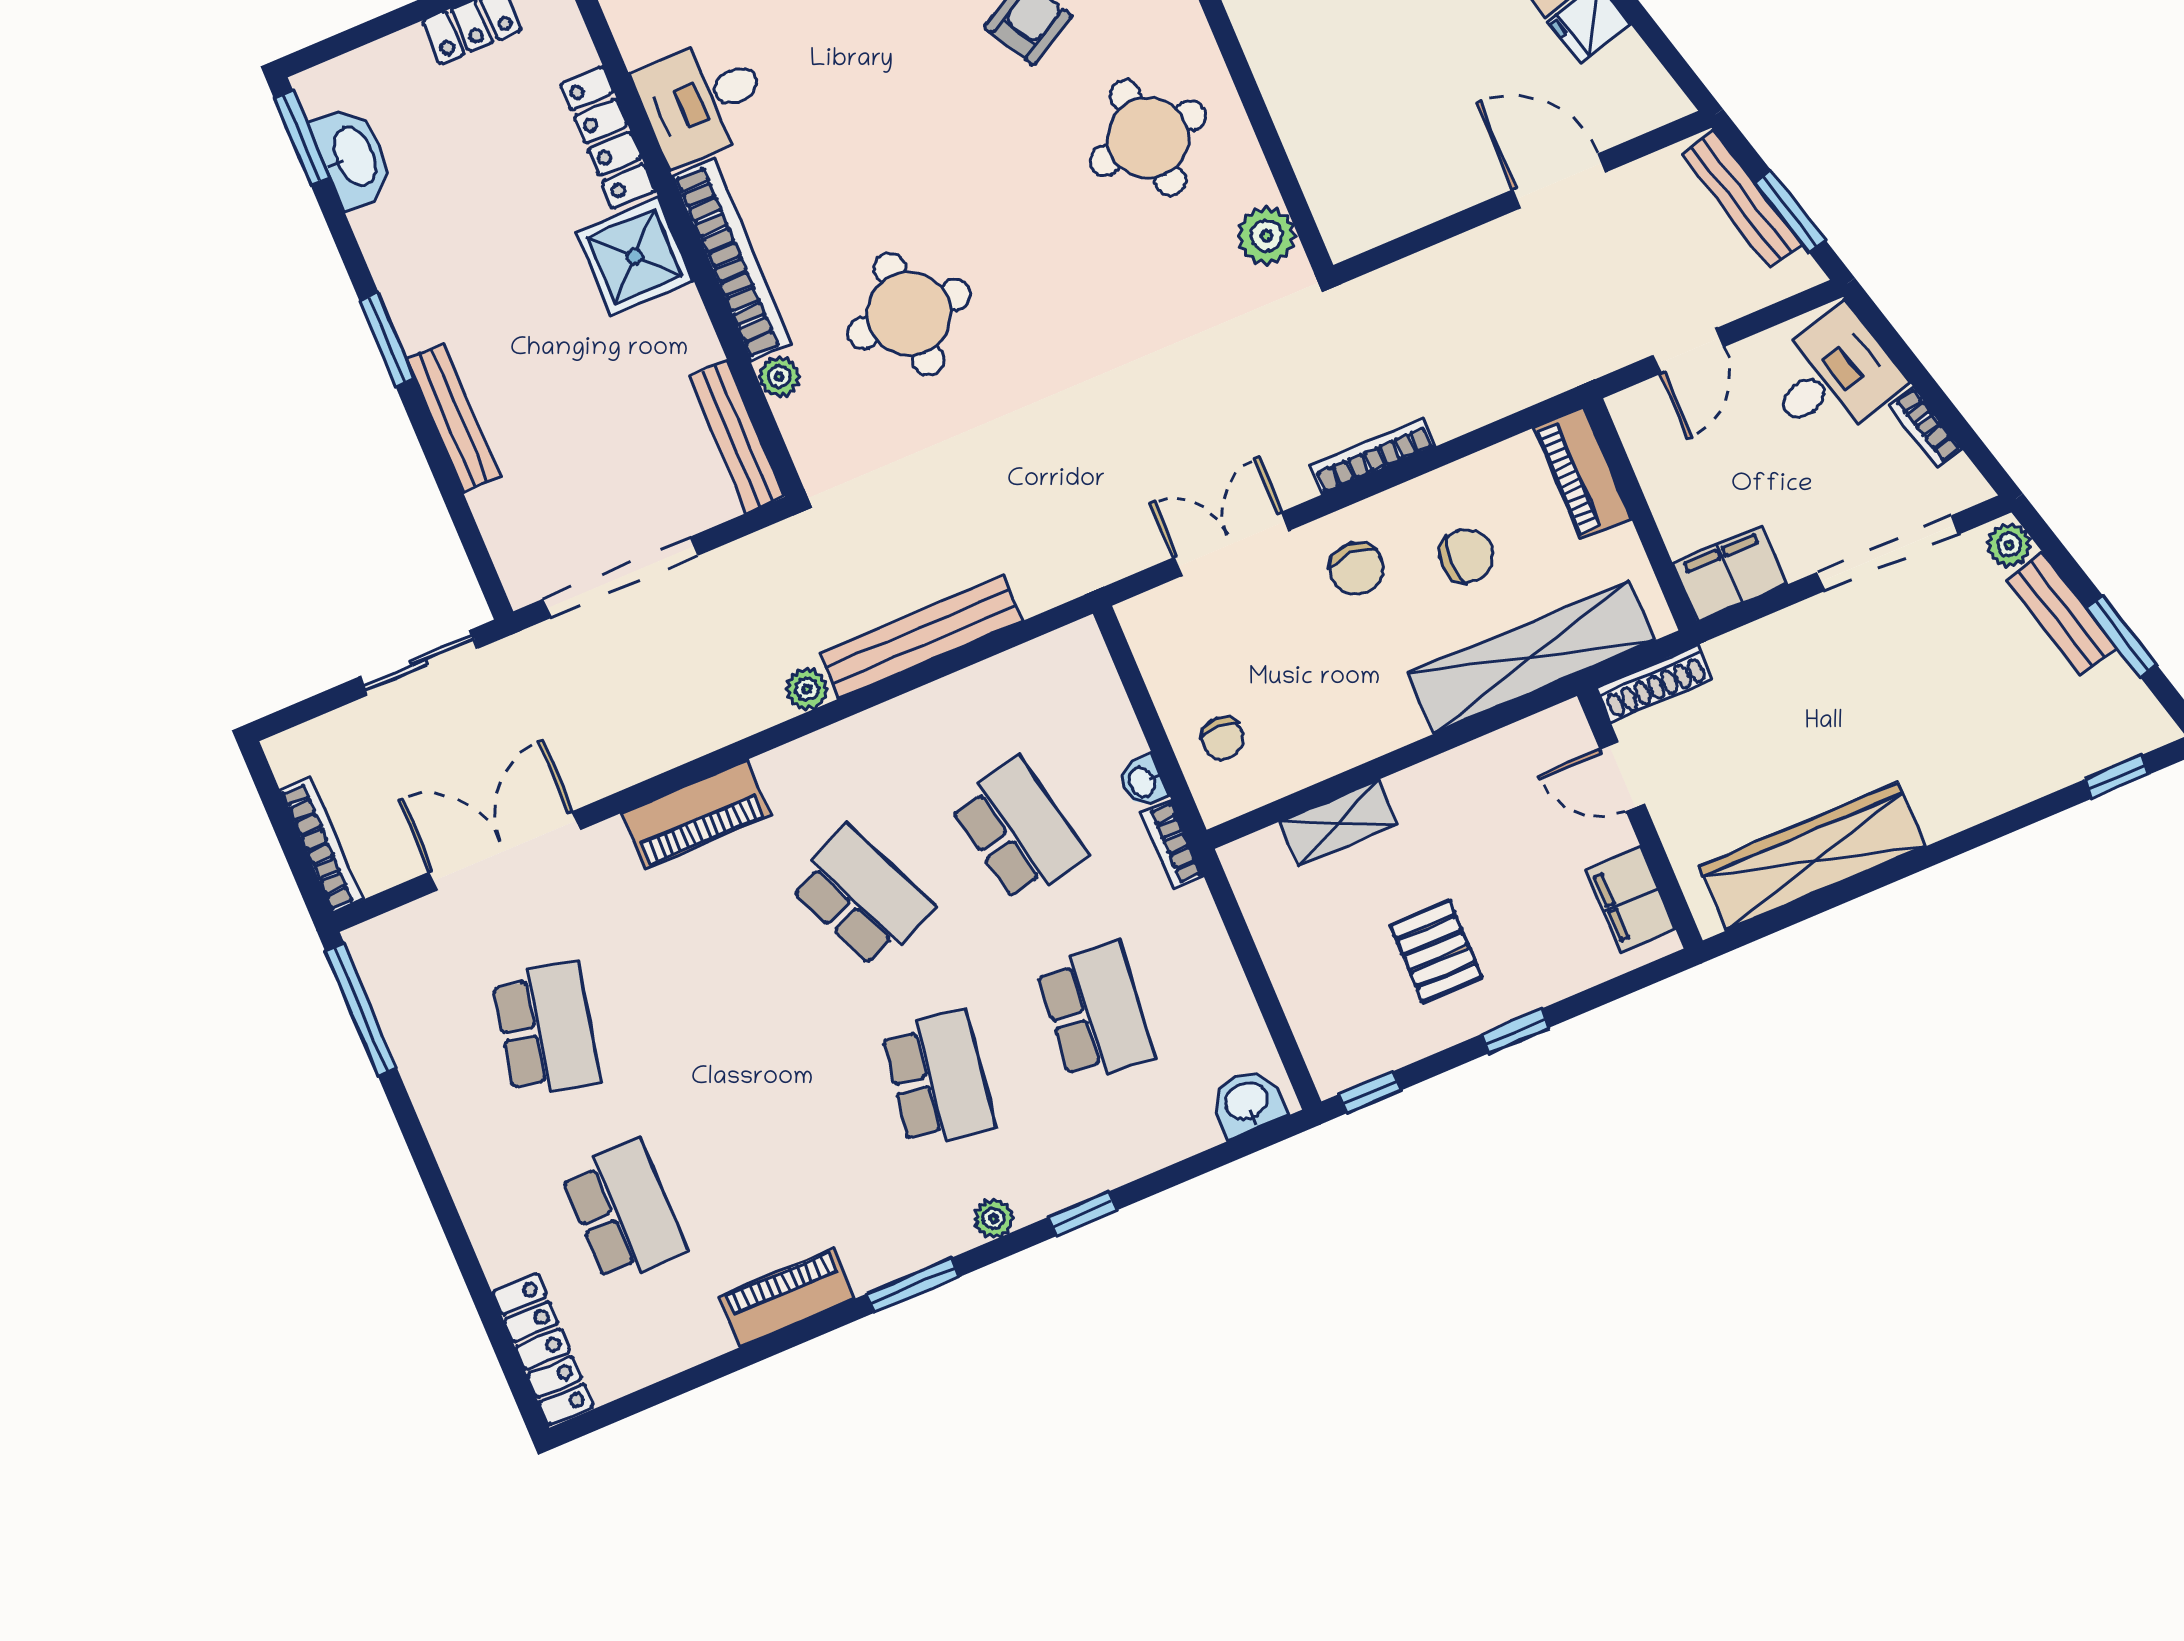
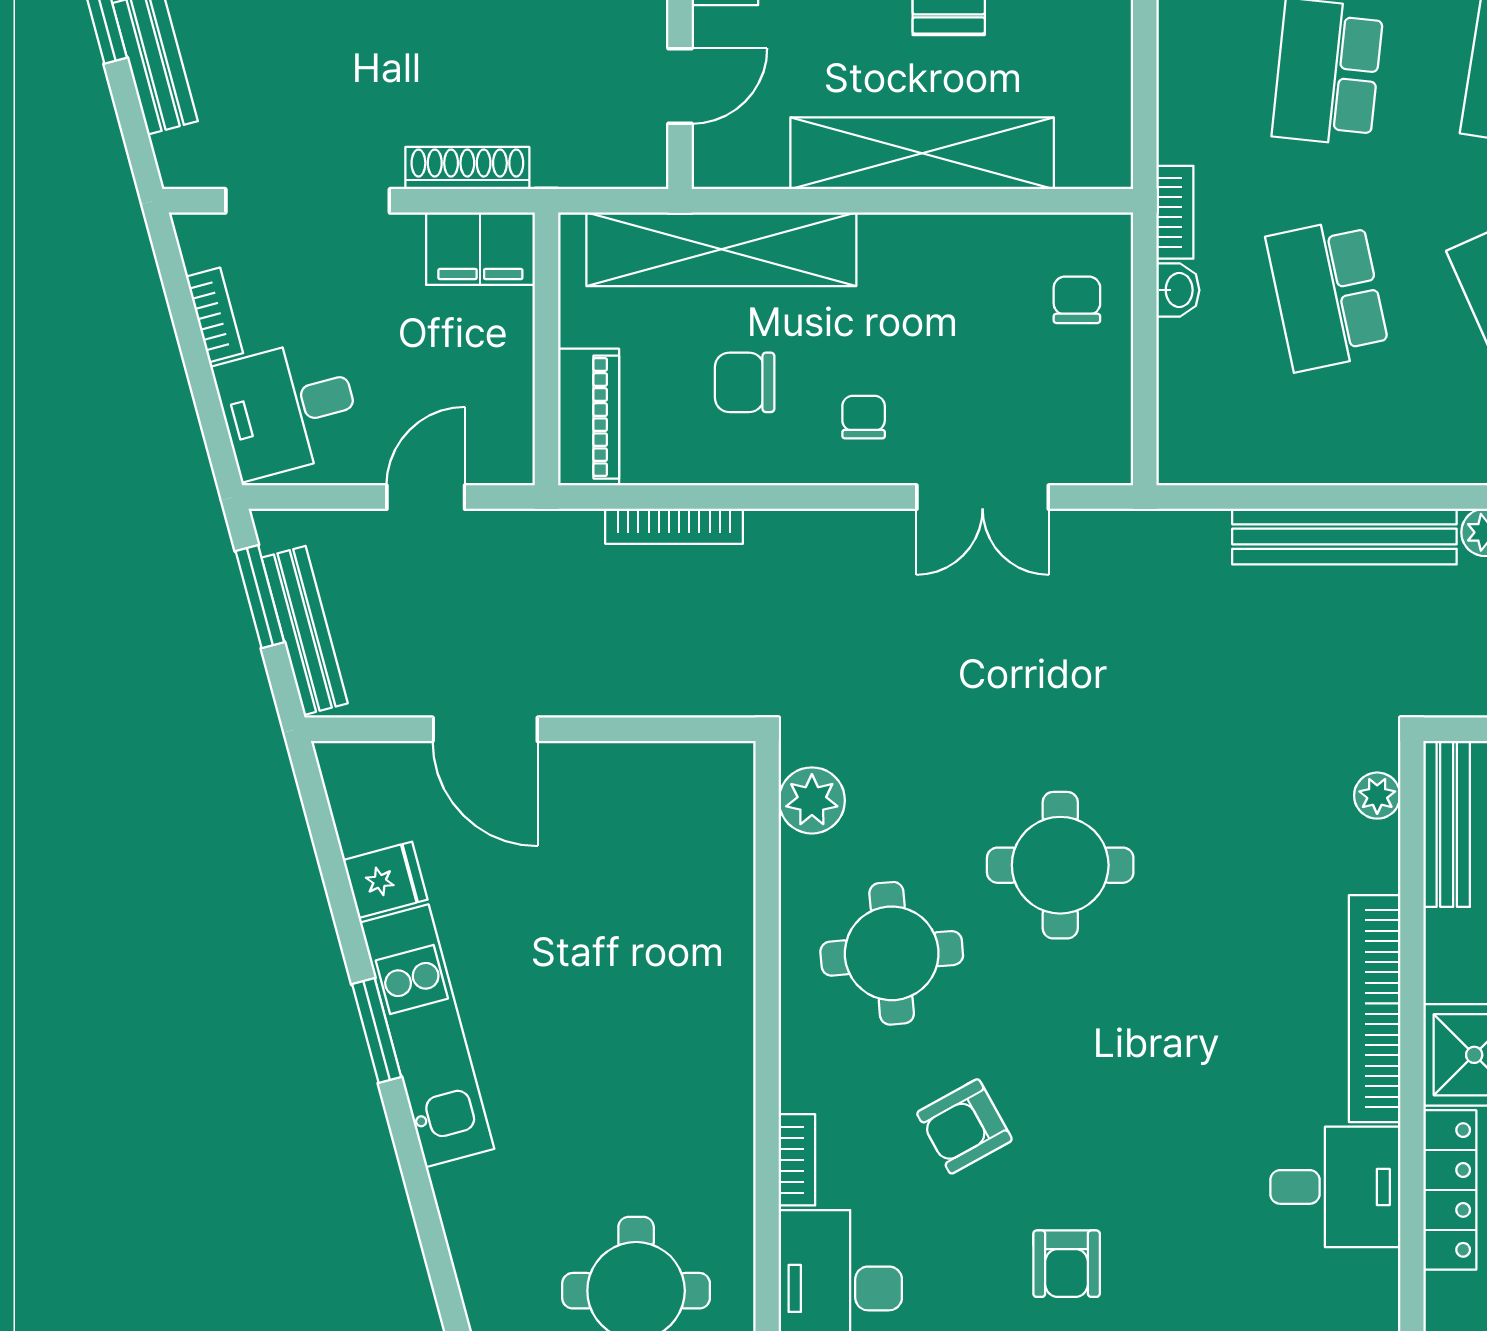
round table: (909, 314) -> (1060, 865), moved
plant: (779, 377) -> (1377, 796), moved
bookcase: (1373, 456) -> (674, 526), moved
plant: (2009, 545) -> (179, 157), removed
chair: (1357, 568) -> (864, 417), width x0.73, depth x0.73
shoe rack: (1654, 684) -> (467, 168), moved
door: (1622, 776) -> (680, 86), hinge flipped
shelving: (1338, 823) -> (922, 153), width x2.20, depth x1.33

